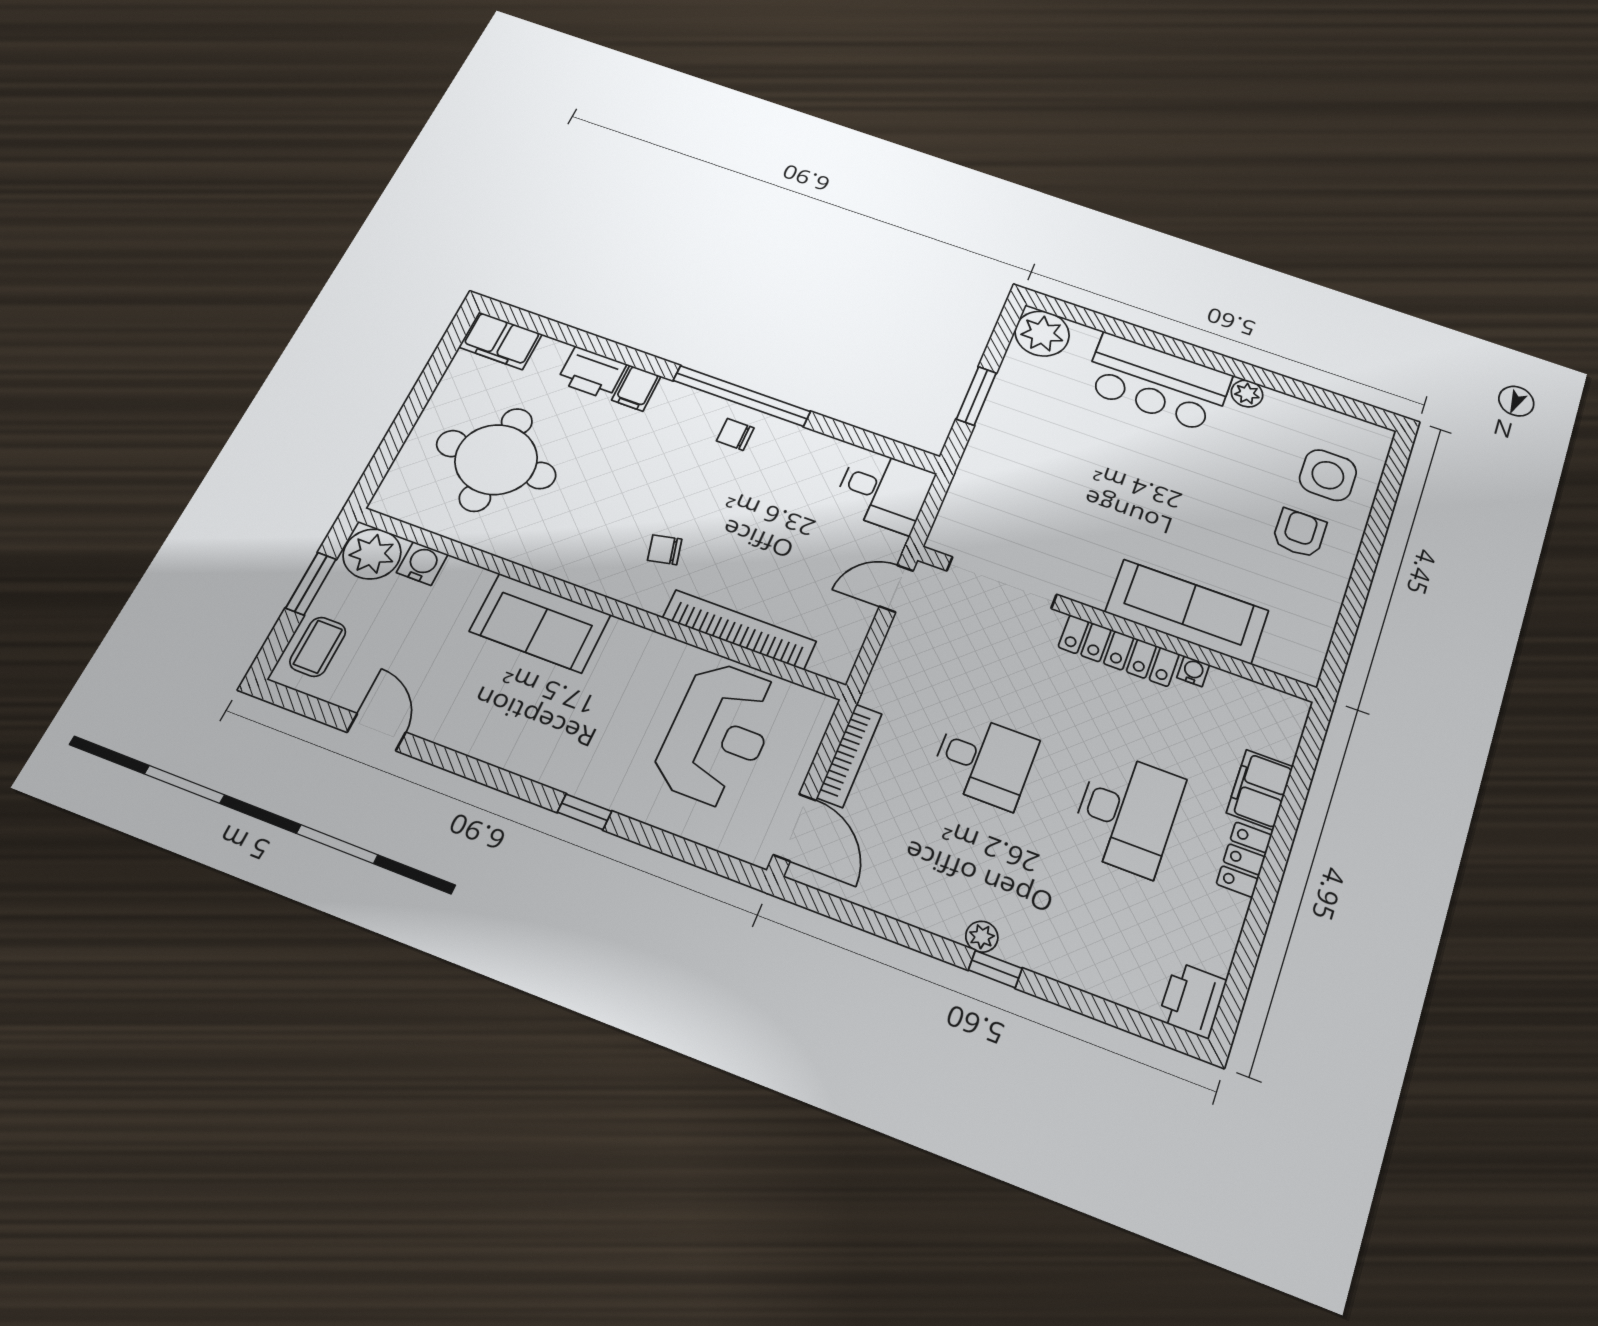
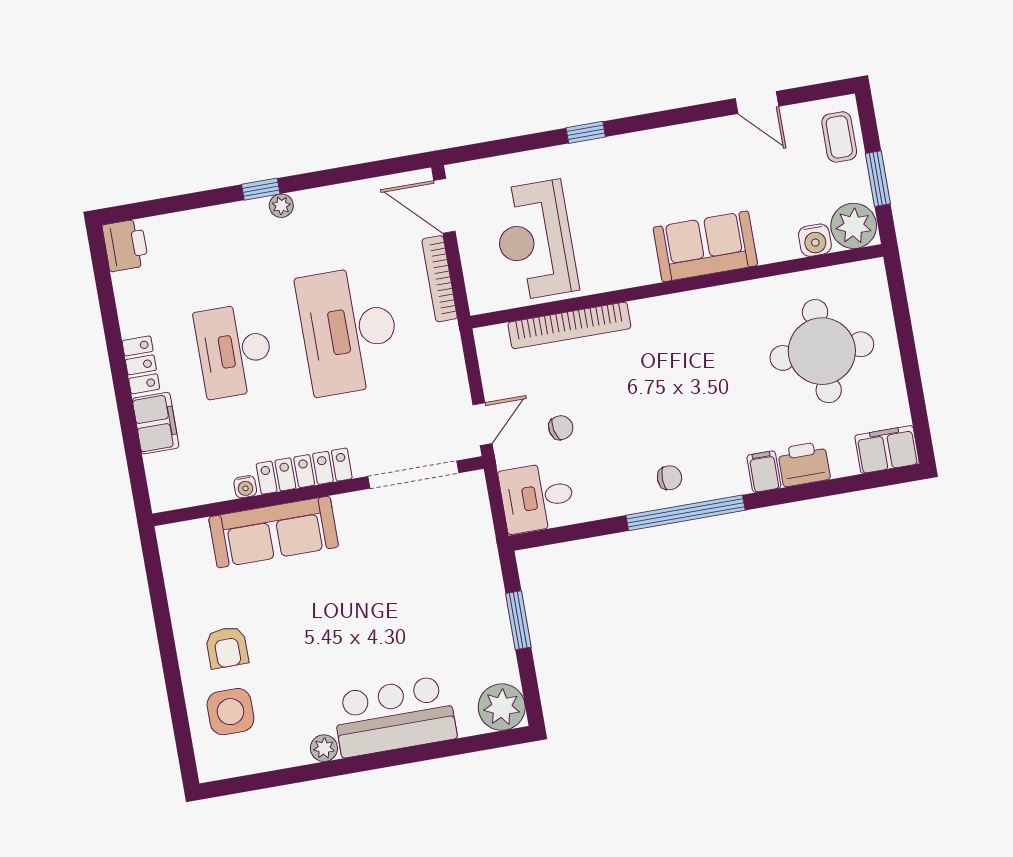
chair: (665, 550) -> (561, 428), moved
desk: (984, 761) -> (349, 331), width x1.87, depth x1.30

